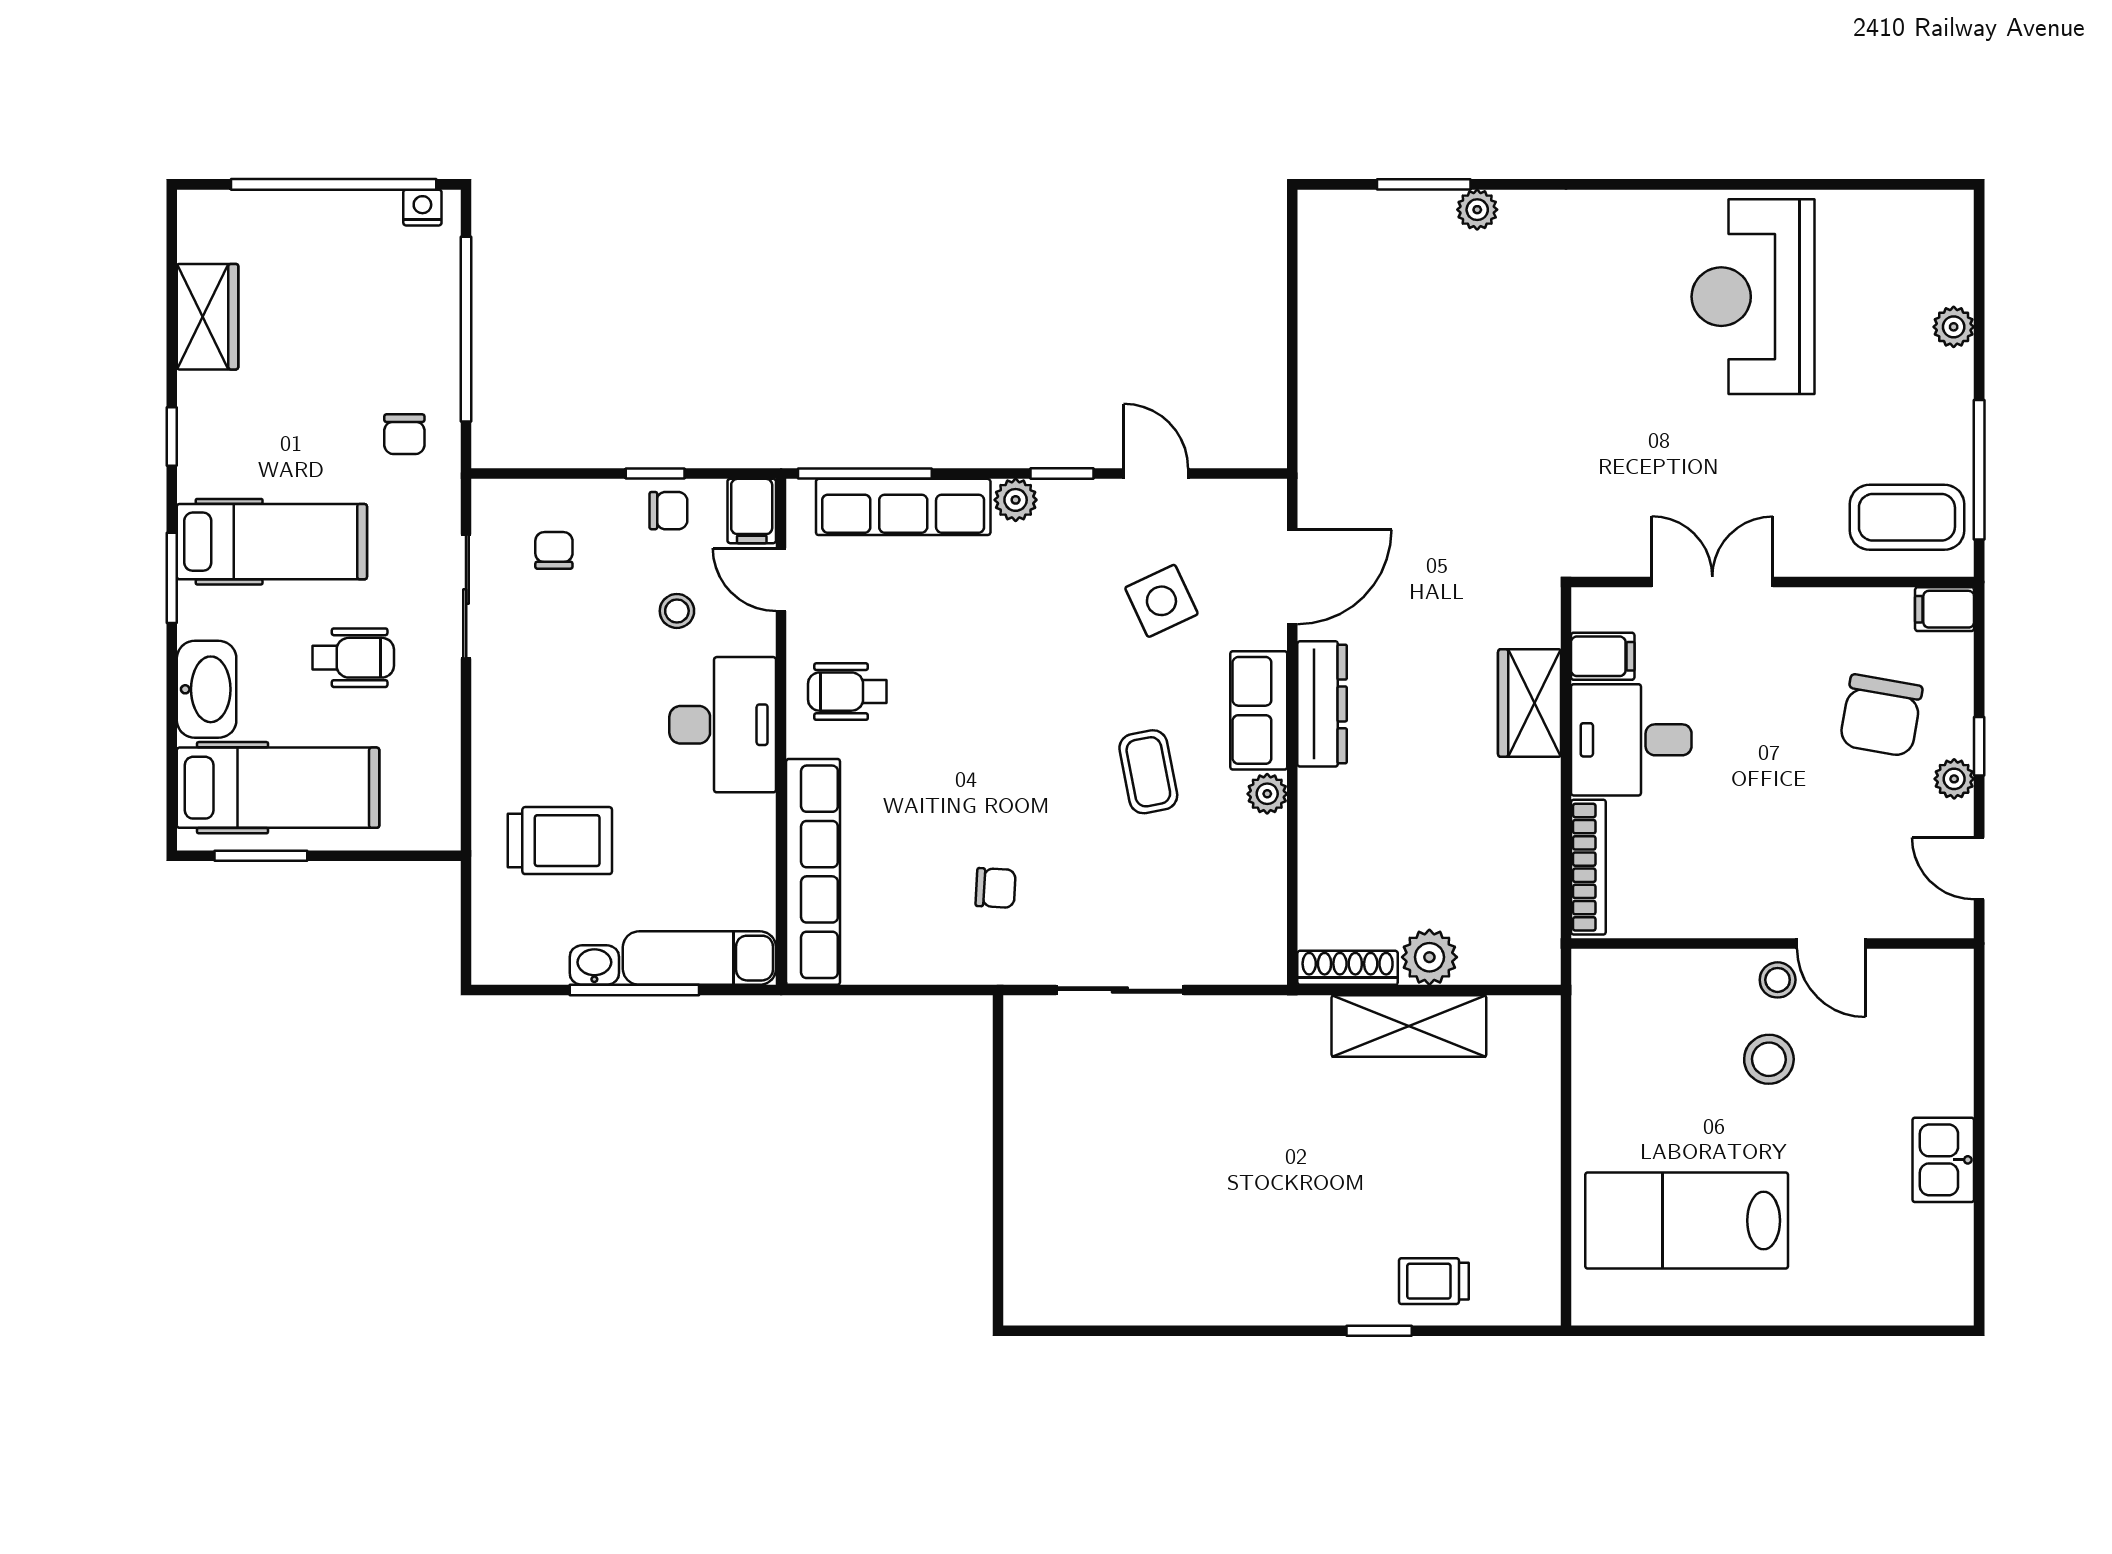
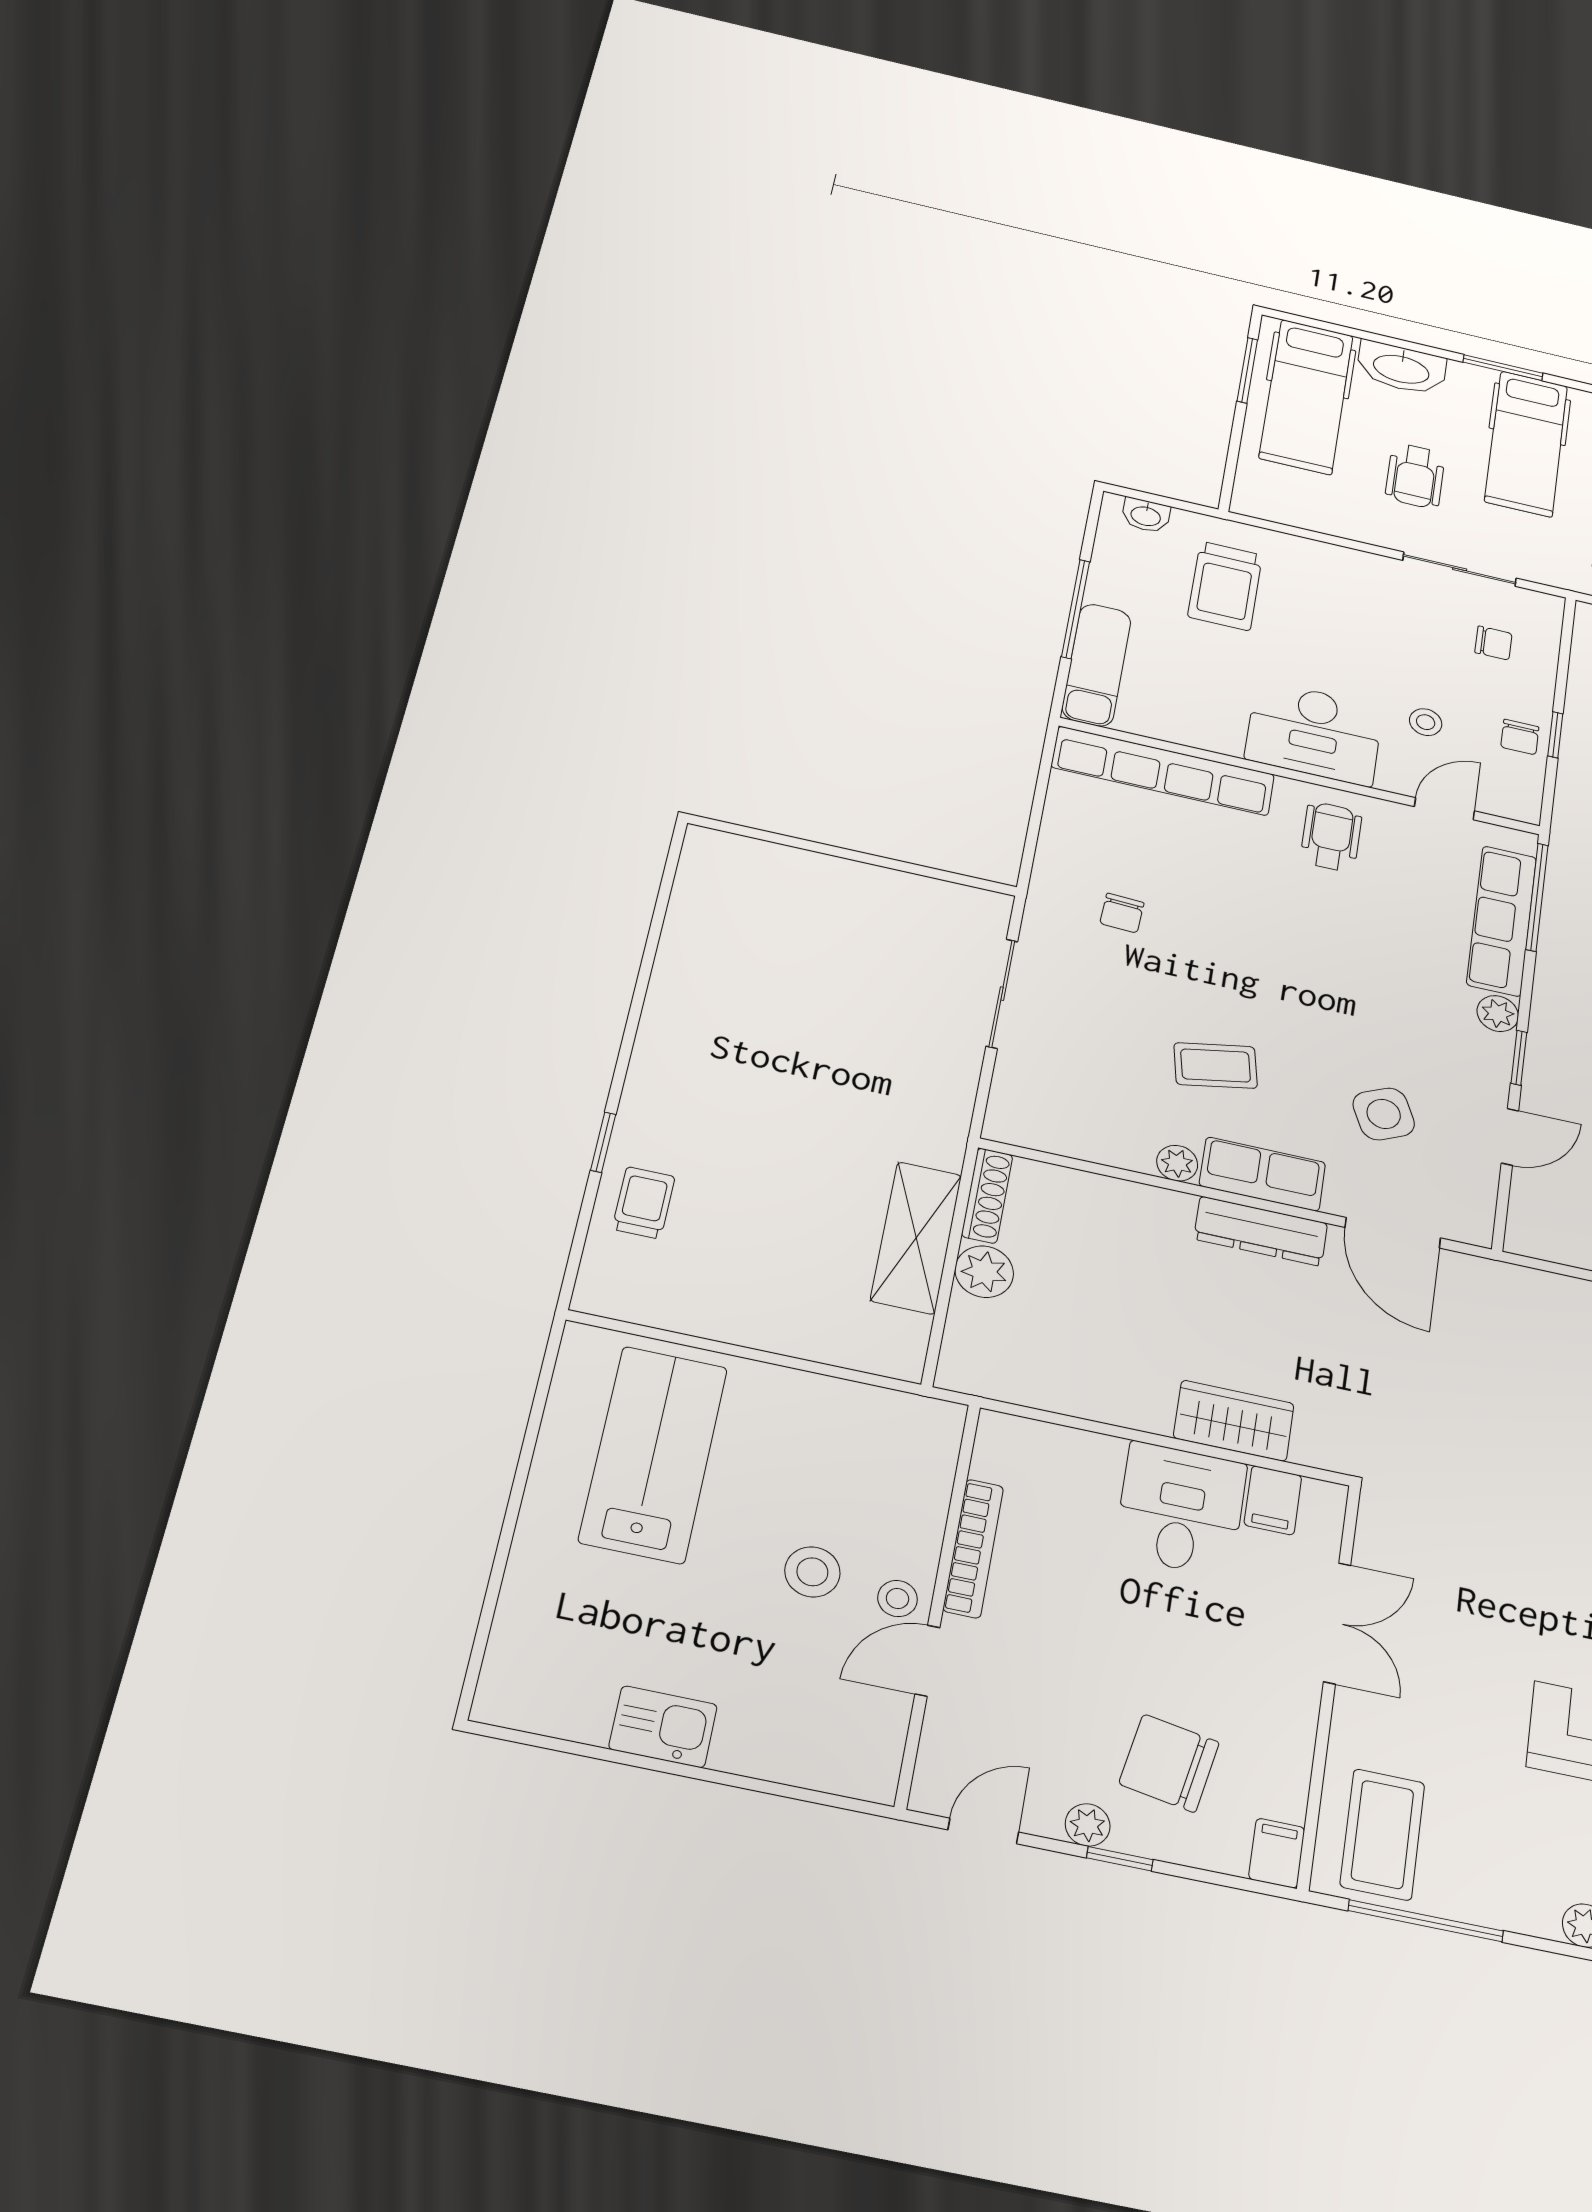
filing cabinet: (752, 511) -> (1512, 801), removed
bookcase: (1588, 867) -> (973, 1548), moved, turned -90
washbasin: (594, 965) -> (1146, 515), moved, turned 90

